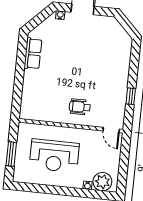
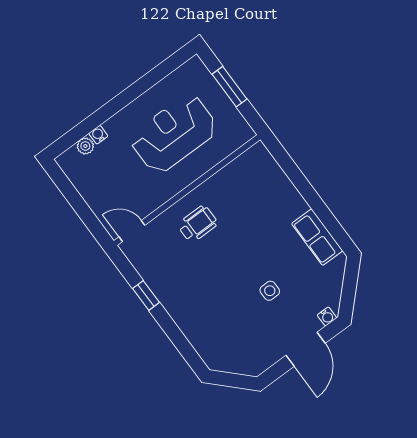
side table: (75, 49) -> (270, 291), added
plant: (102, 182) -> (85, 146), width x0.53, depth x0.53

